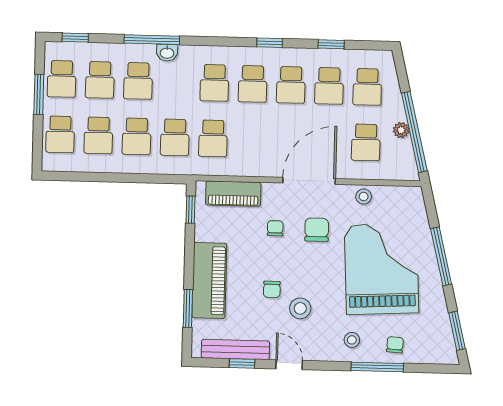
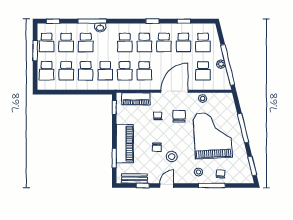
school desk: (251, 139) -> (144, 71), added
bench: (235, 349) -> (134, 178), width x0.73
door: (289, 365) -> (167, 186), hinge flipped

